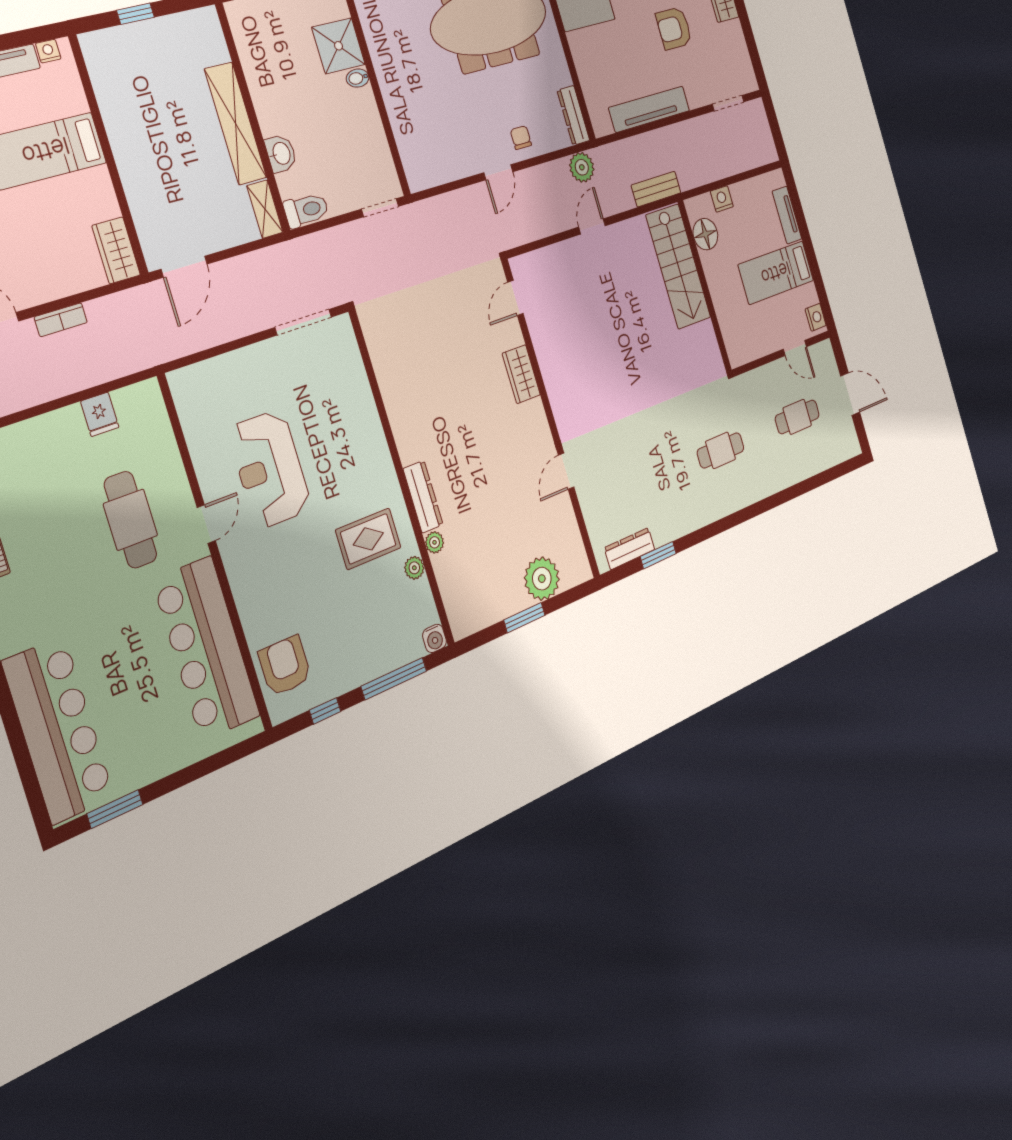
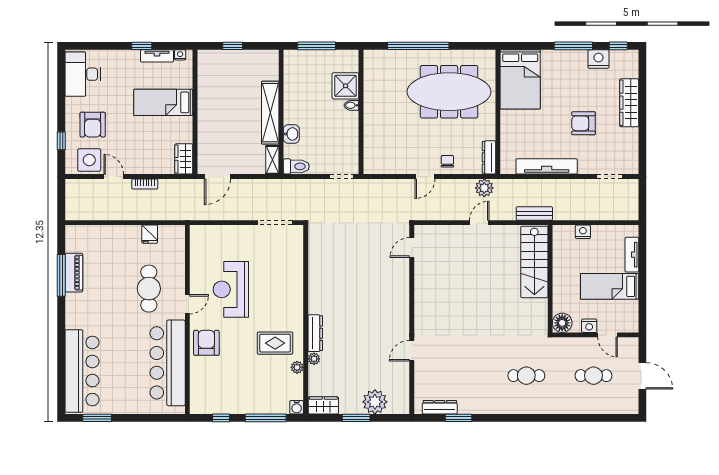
floor lamp: (705, 234) -> (562, 323), moved
nightstand: (816, 317) -> (589, 326), moved, turned 90
wardrobe: (521, 374) -> (323, 405), moved, turned 90
armchair: (285, 666) -> (206, 343), moved

